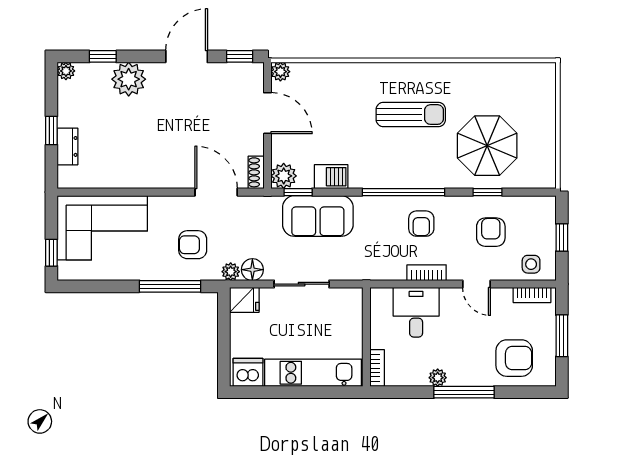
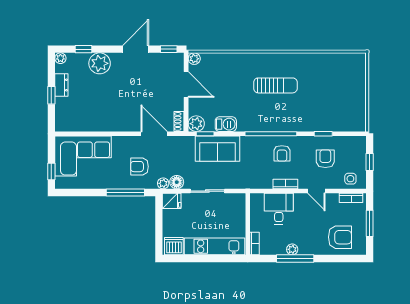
dresser: (67, 146) -> (61, 85), moved
parasol: (487, 146) -> (323, 105), removed
window: (464, 392) -> (295, 258), moved

